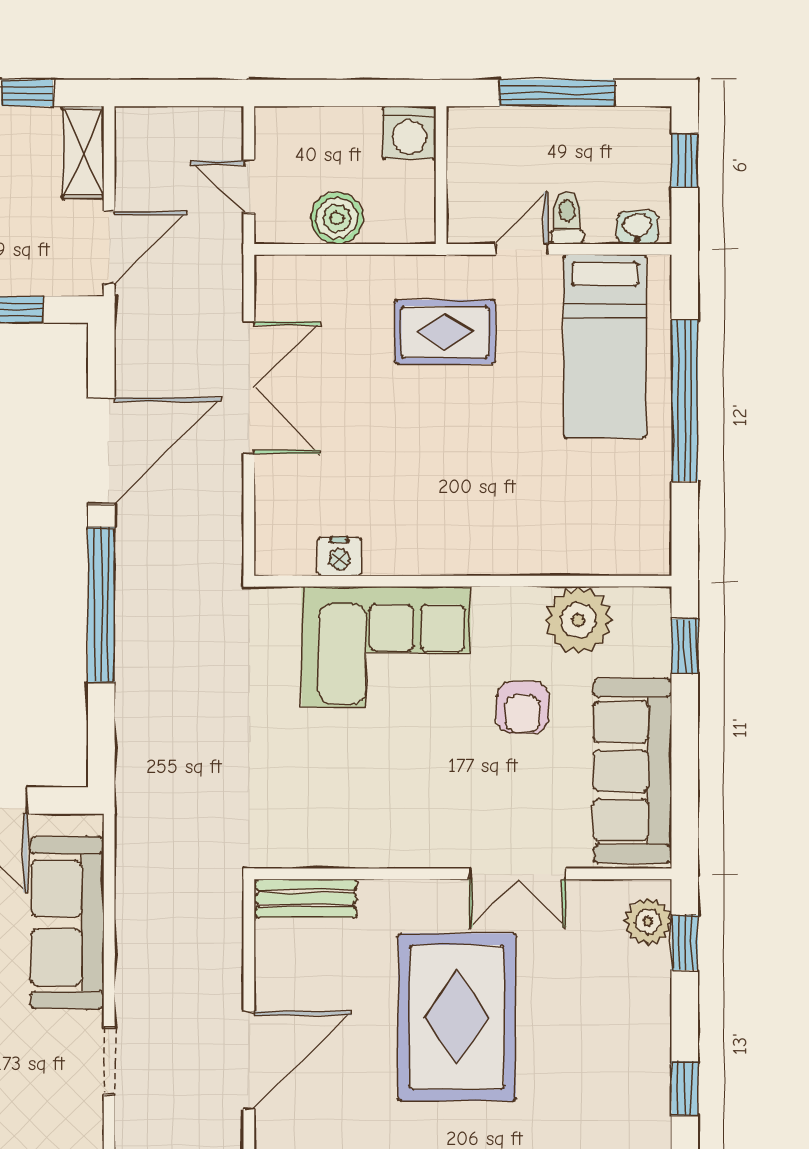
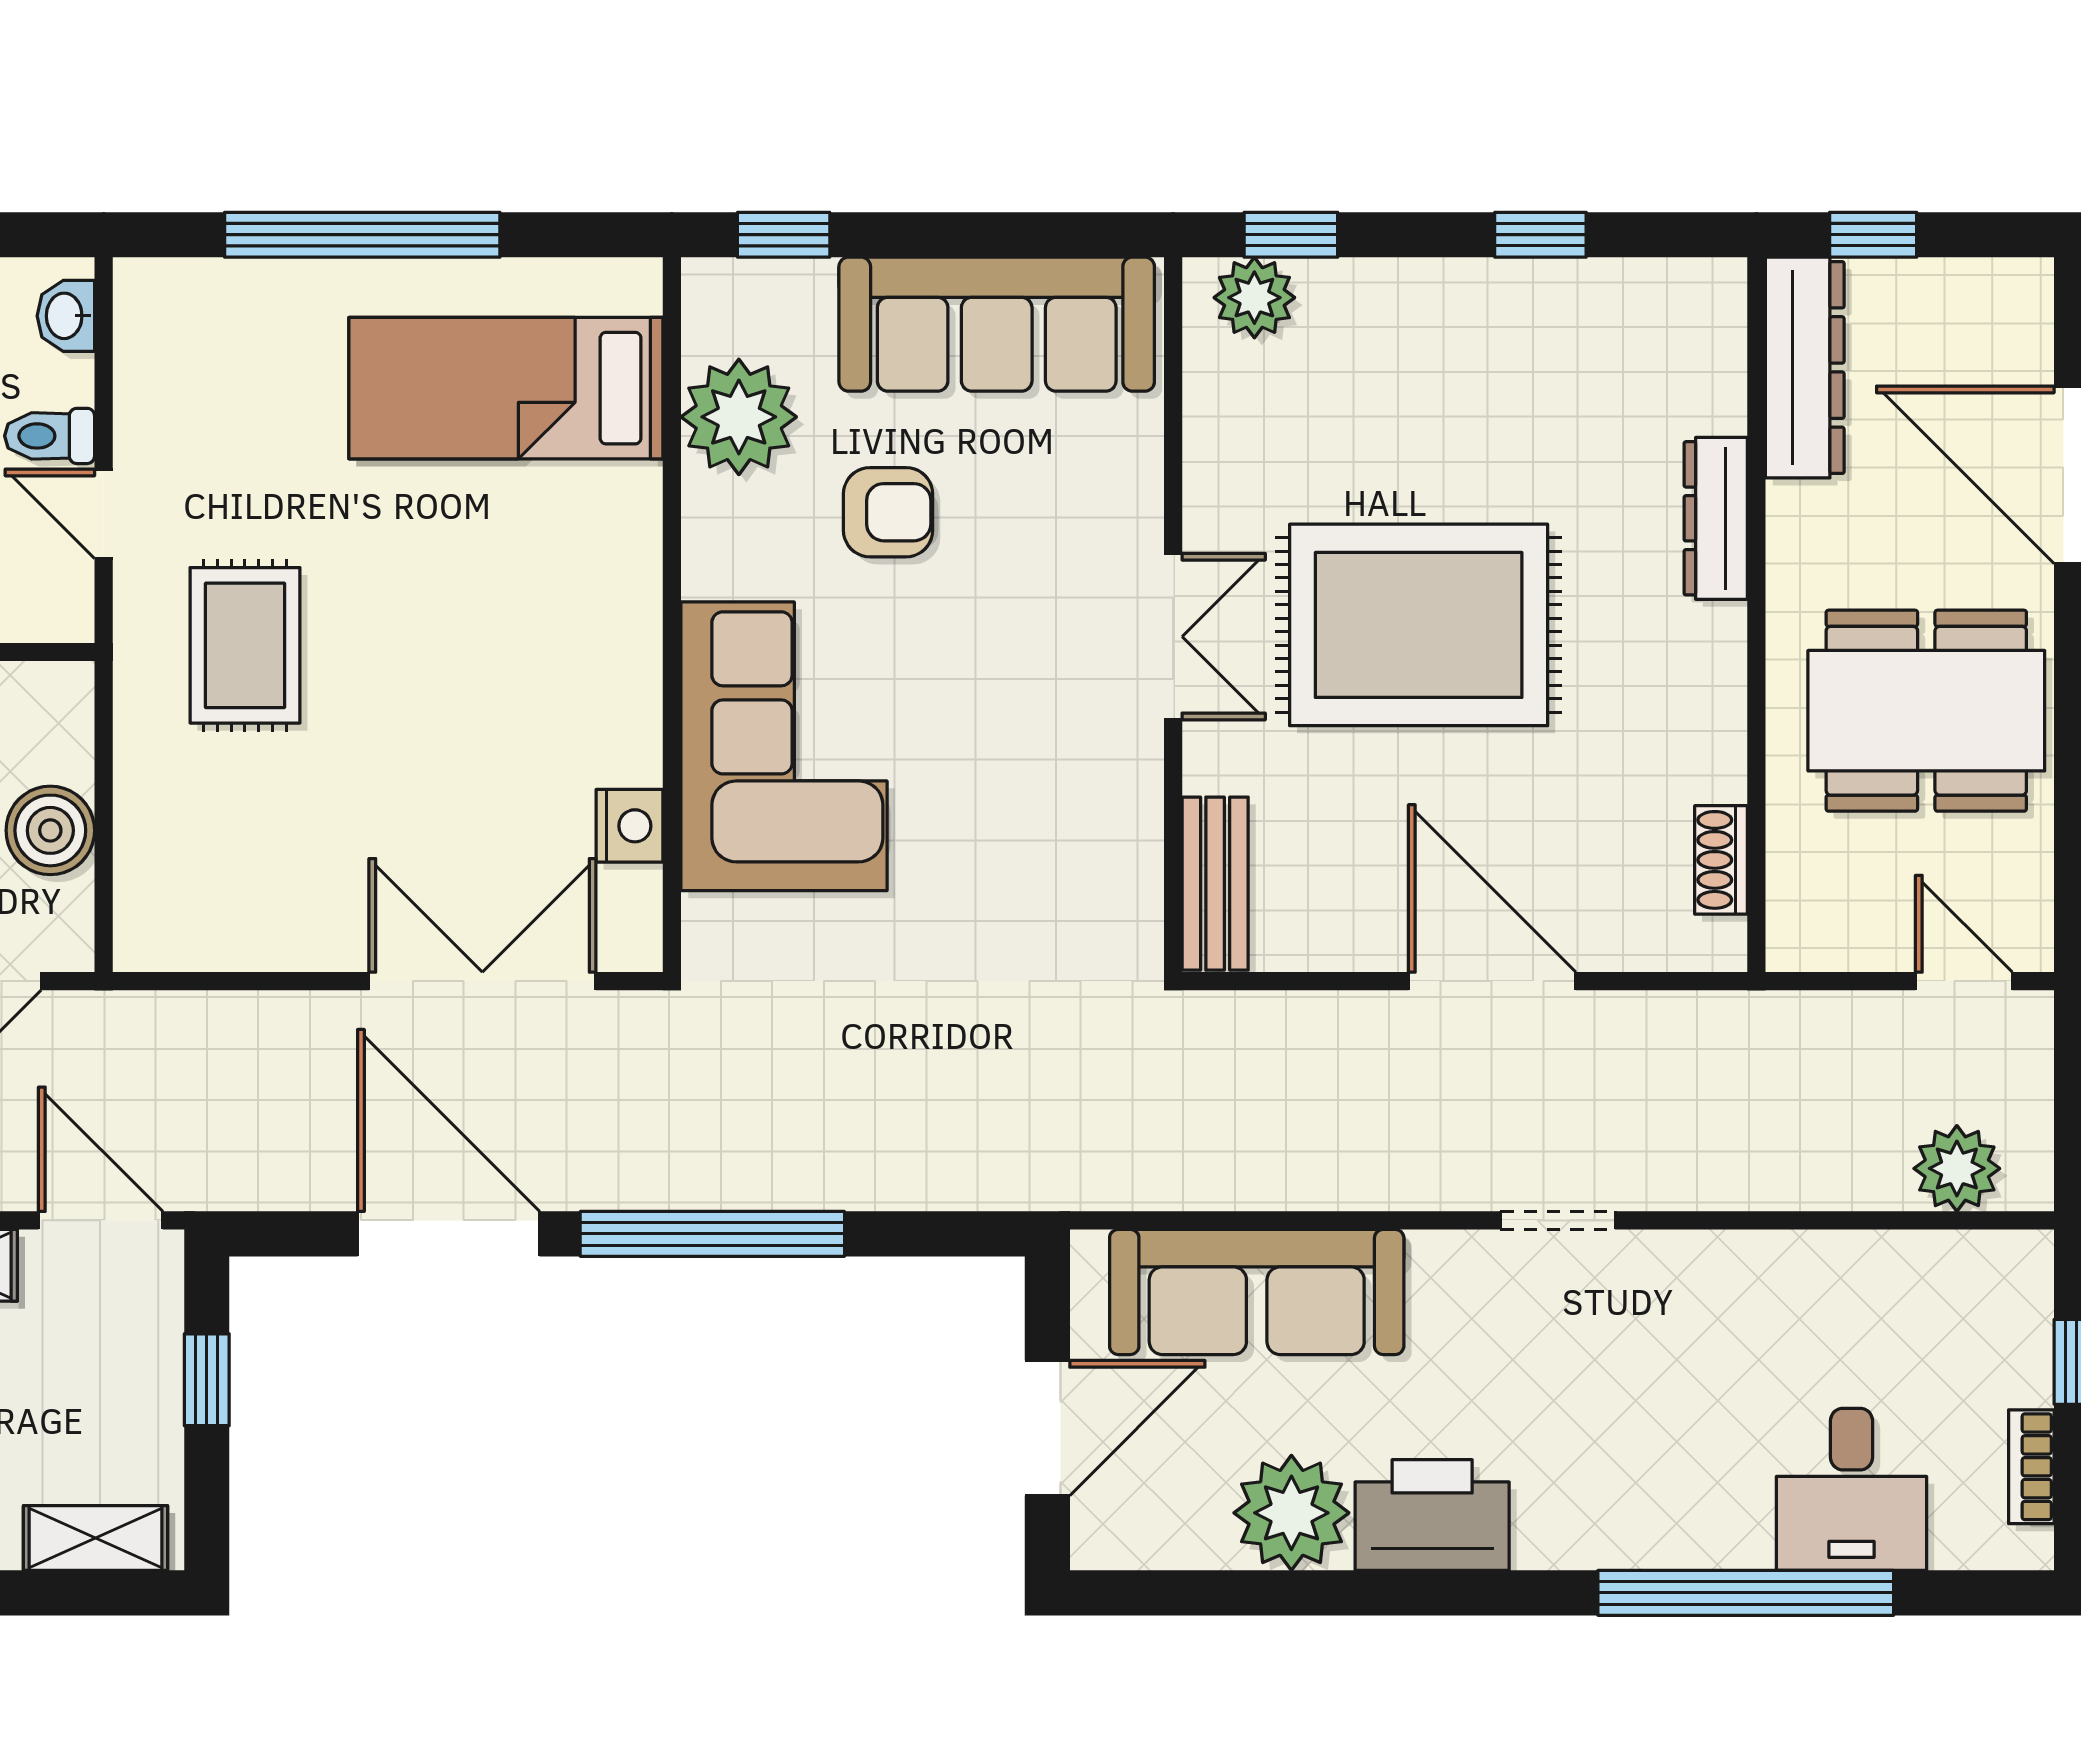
bed: (605, 346) -> (506, 388), moved, turned 180
double door: (249, 388) -> (482, 981), moved
double door: (517, 874) -> (1173, 637), moved
doorway: (109, 1061) -> (1558, 1220), moved

